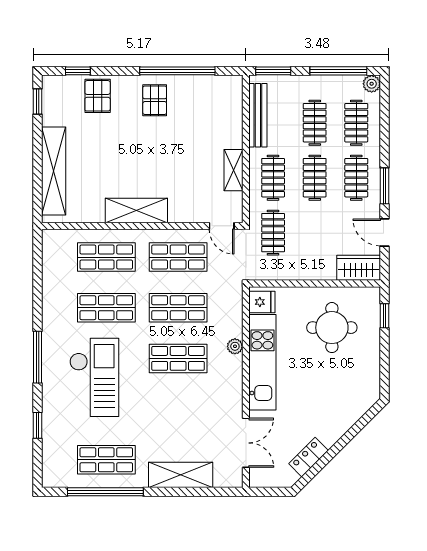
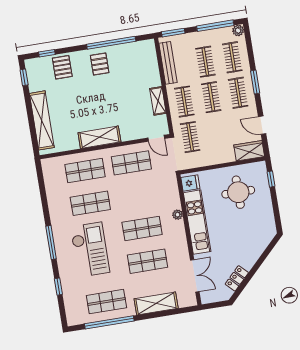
window: (384, 186) -> (255, 82), moved
shop shelf: (178, 308) -> (147, 261), moved

